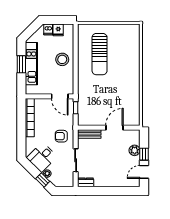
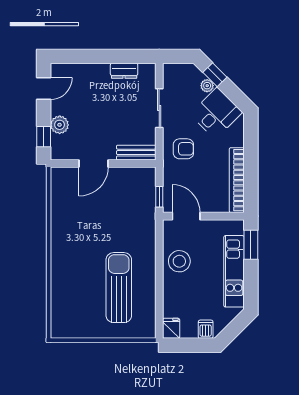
fridge: (58, 30) -> (171, 328), moved
stool: (62, 59) -> (179, 261), moved
window: (21, 64) -> (251, 245), moved
window: (144, 154) -> (44, 137), moved
dresser: (86, 182) -> (124, 71), moved

